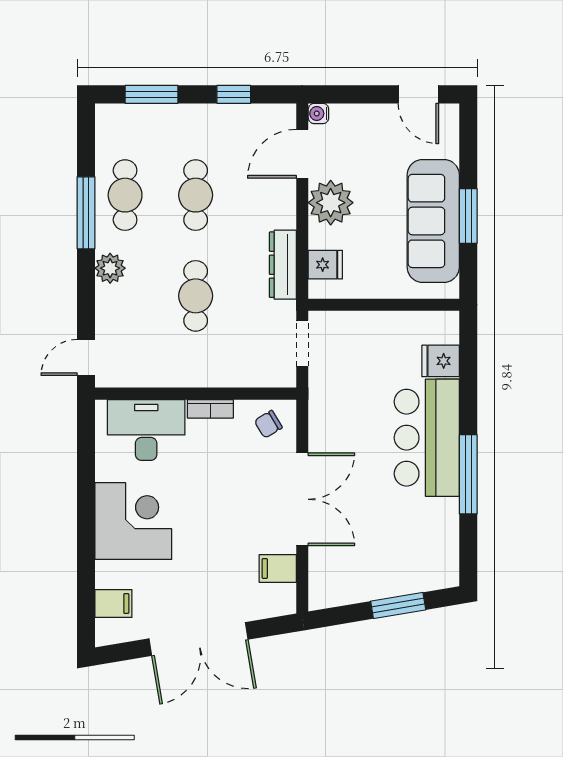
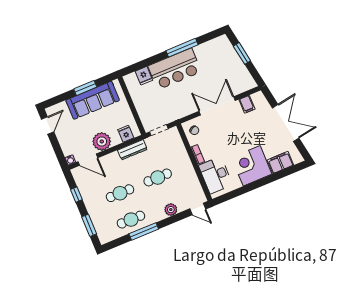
plant: (110, 268) -> (171, 210), moved
filing cabinet: (113, 604) -> (280, 162), width x2.00

